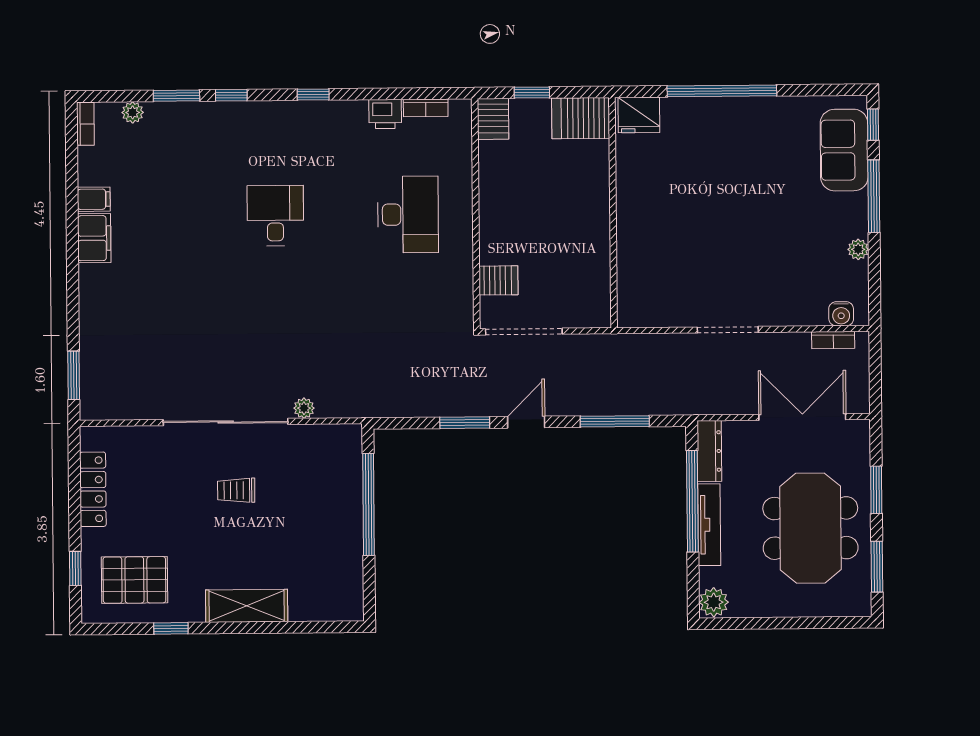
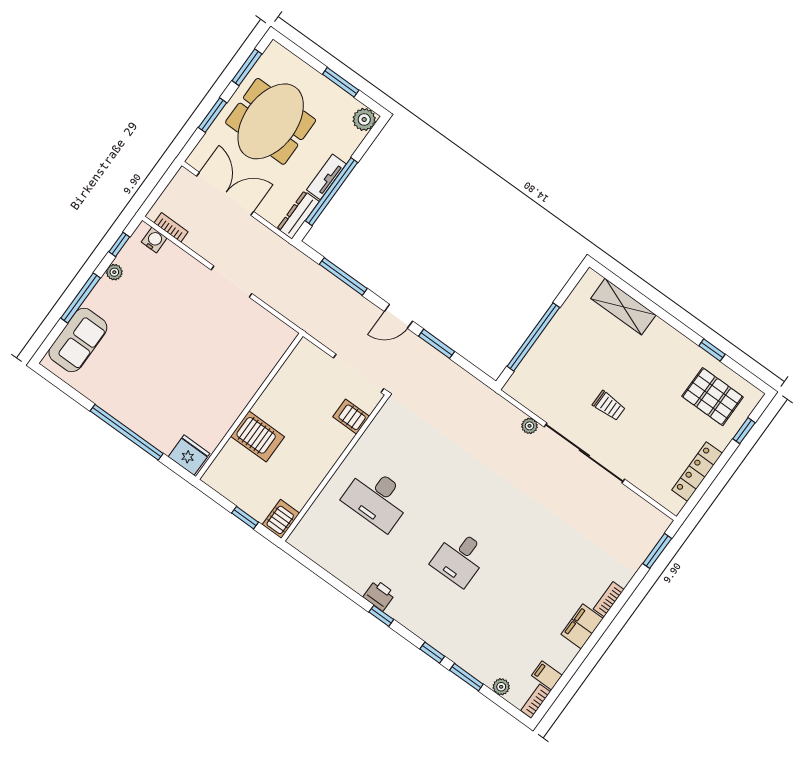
bookcase: (426, 108) -> (609, 599), moved, turned -90
printer: (385, 114) -> (379, 595), moved
server rack: (581, 118) -> (258, 436), moved
window: (873, 125) -> (119, 244), moved
filing cabinet: (94, 199) -> (547, 675), moved
desk: (408, 214) -> (377, 498), turned -90
double door: (802, 417) -> (225, 194), swing flipped
tv unit: (709, 525) -> (326, 177), width x0.71
shelving: (247, 606) -> (623, 307), moved
window: (767, 623) -> (341, 82), added

